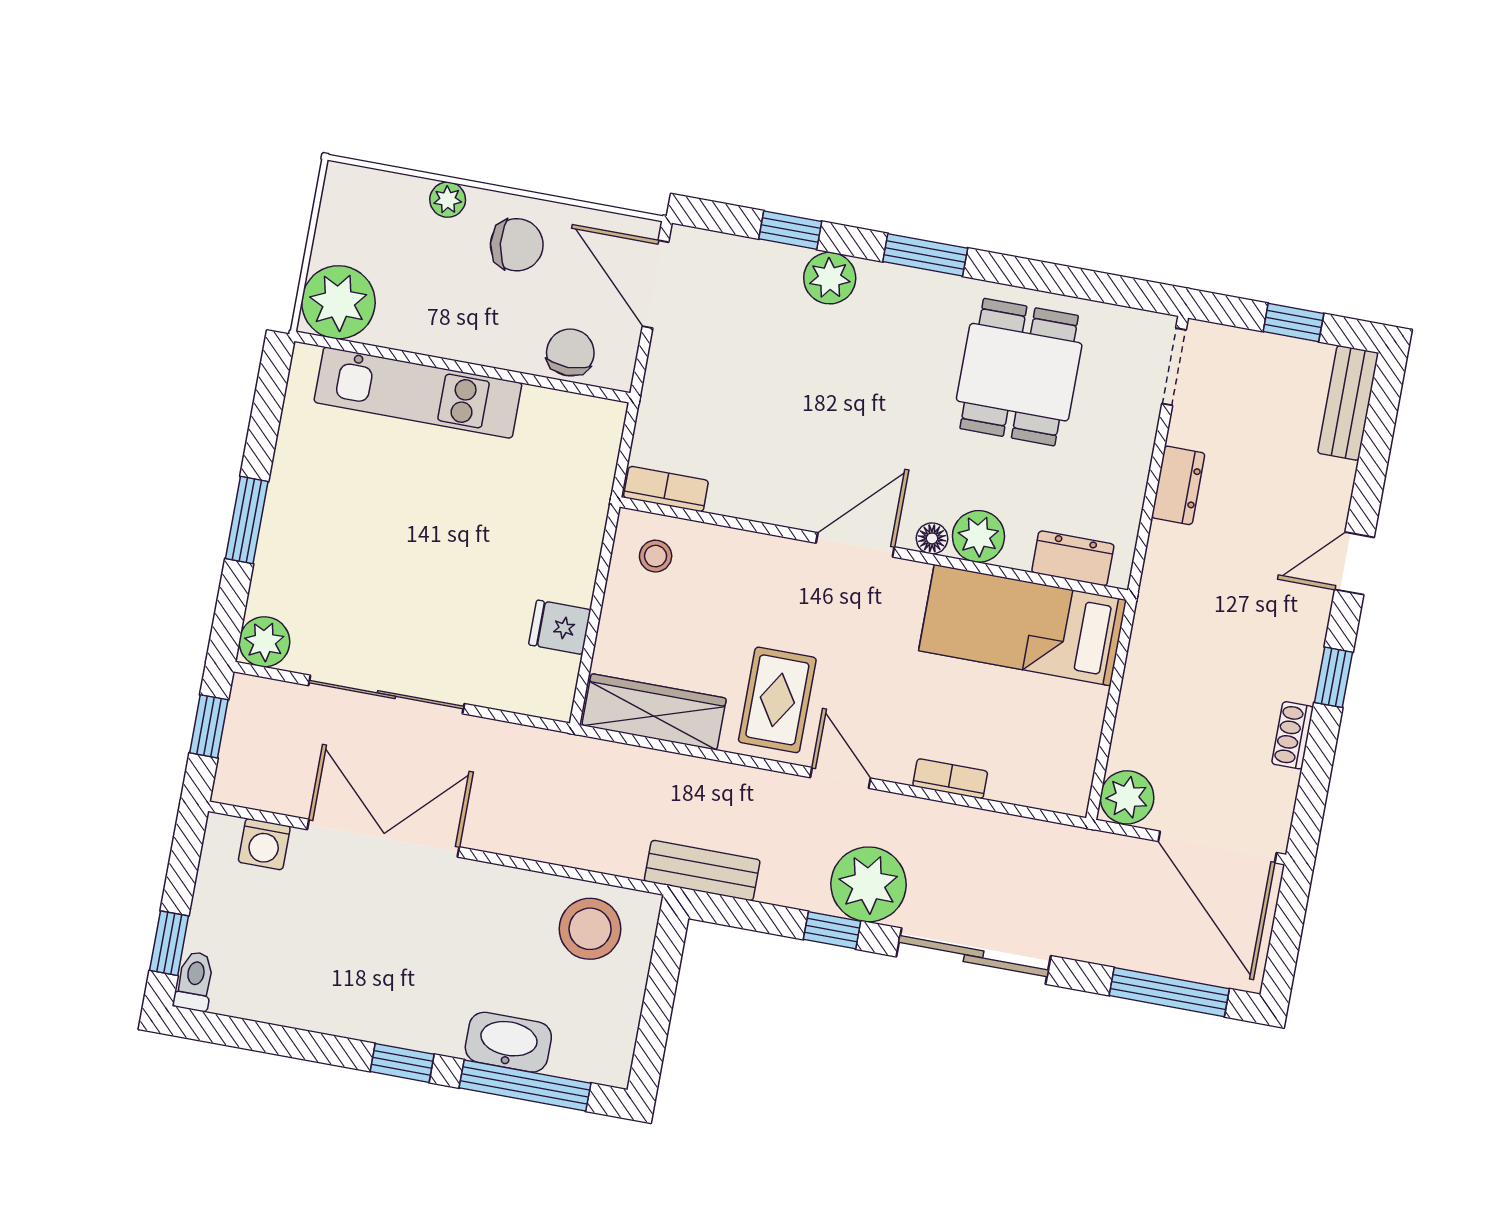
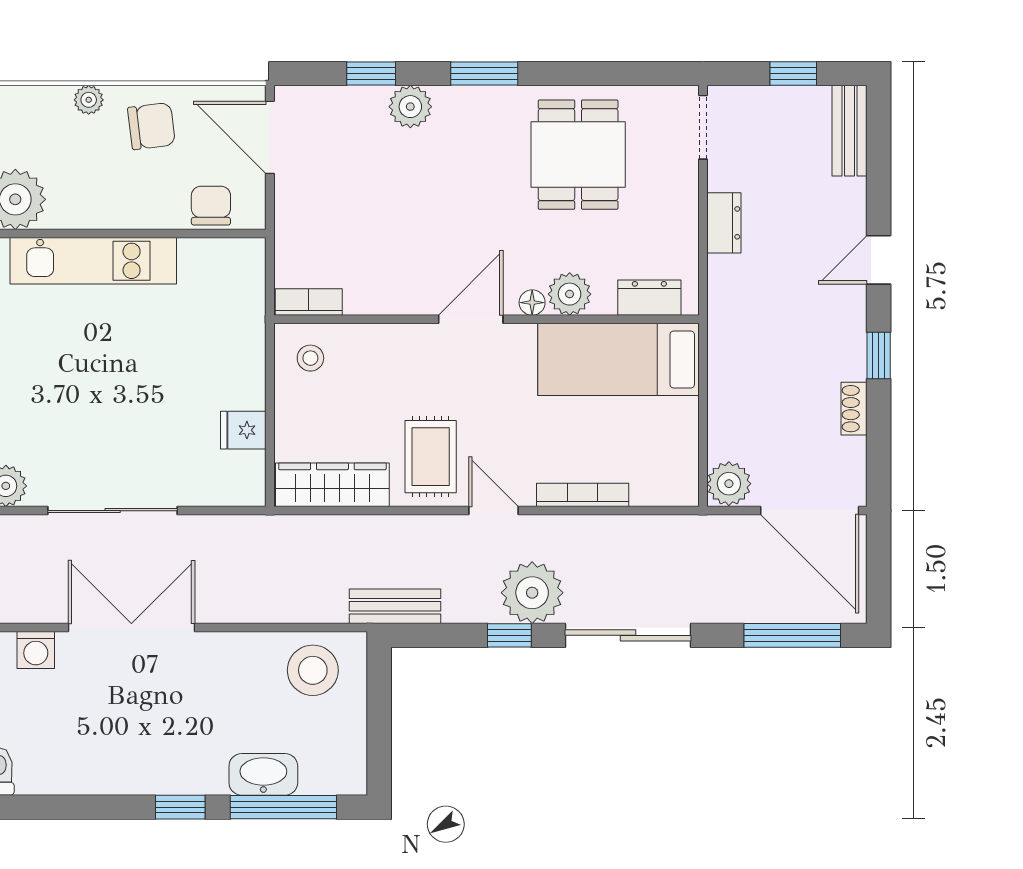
bookcase: (950, 779) -> (583, 495), width x1.56

